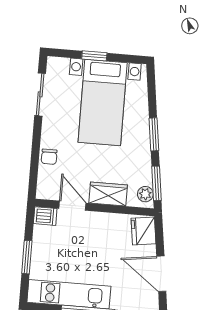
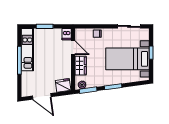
door: (72, 206) -> (73, 48), hinge flipped
door: (161, 274) -> (42, 96), swing flipped

